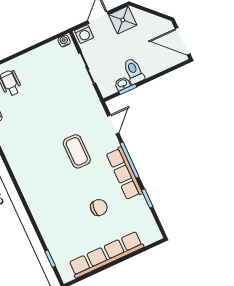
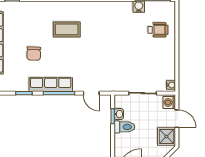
coffee table: (77, 151) -> (67, 29), moved

